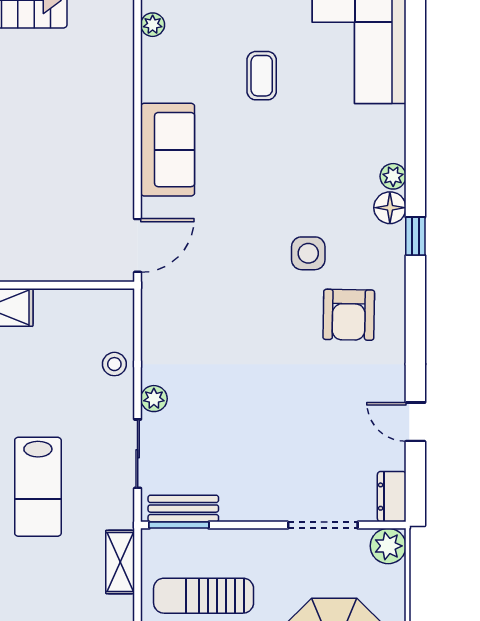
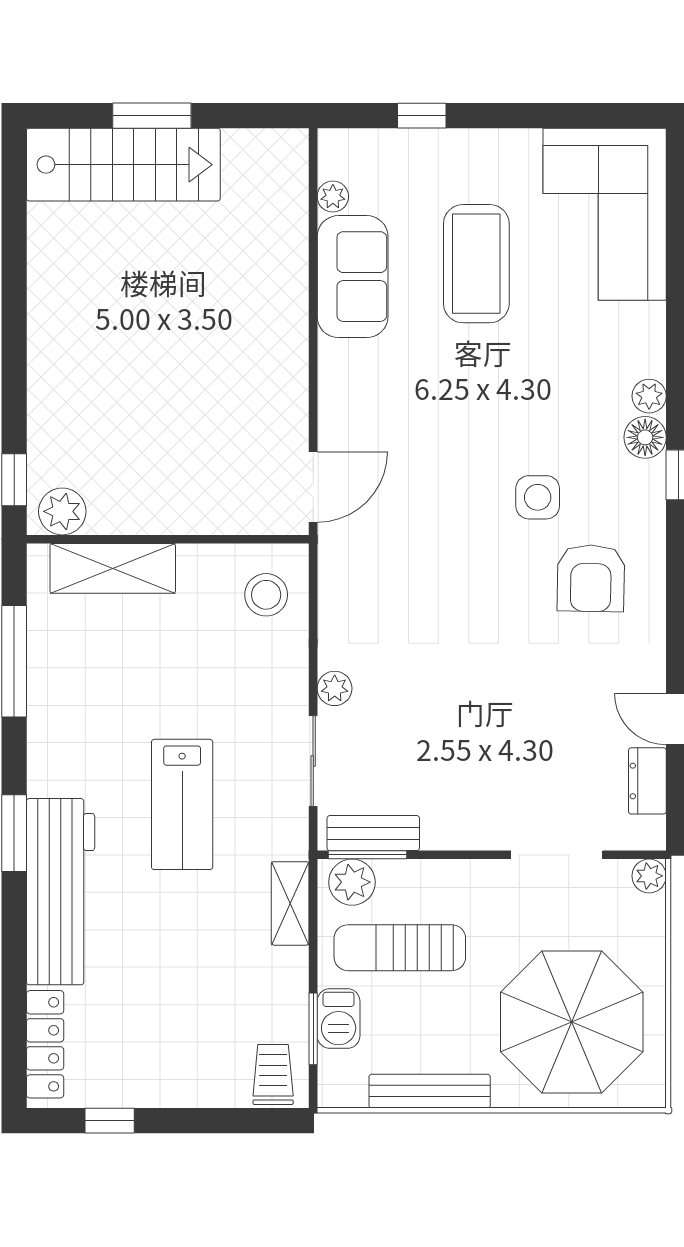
coffee table: (262, 76) -> (476, 264), width x1.86, depth x1.72
sofa: (168, 150) -> (353, 277), moved
stool: (114, 364) -> (266, 595), moved, width x1.37, depth x1.37
dresser: (392, 497) -> (647, 781), moved
plant: (167, 546) -> (352, 882), added
plant: (388, 546) -> (649, 876), width x0.73, depth x0.73

